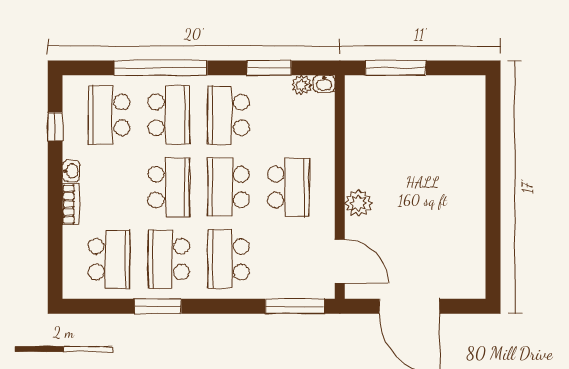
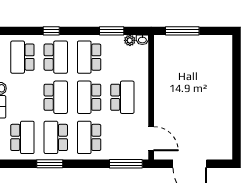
window: (161, 68) -> (51, 31), width x0.32
plant: (358, 203) -> (161, 106), removed

